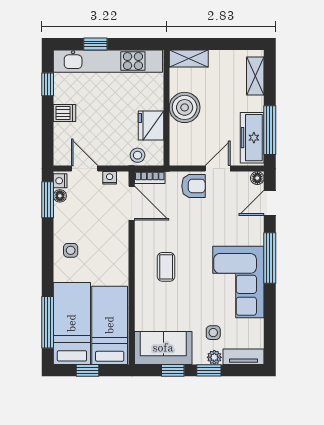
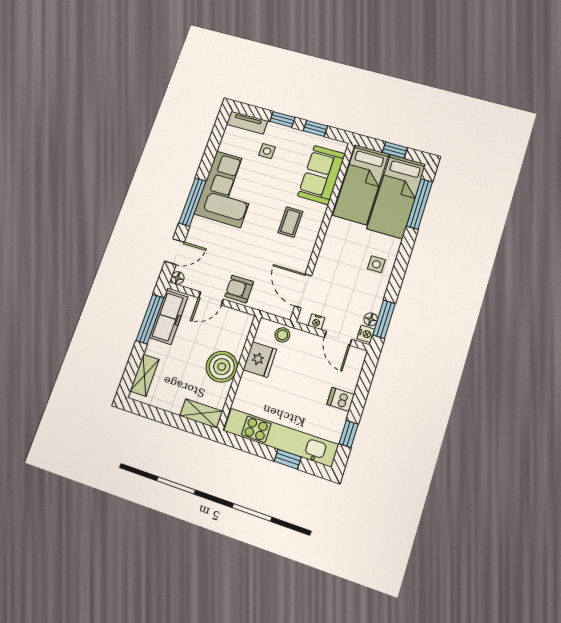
bookcase: (150, 178) -> (278, 310), removed
sofa: (163, 348) -> (322, 175), moved, turned 90
plant: (214, 357) -> (274, 129), removed

